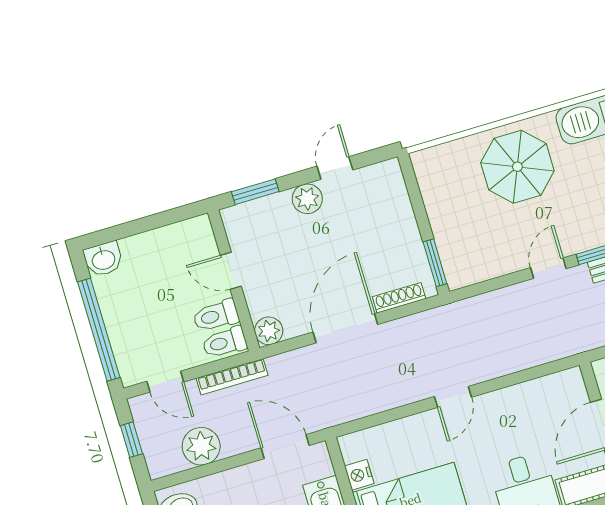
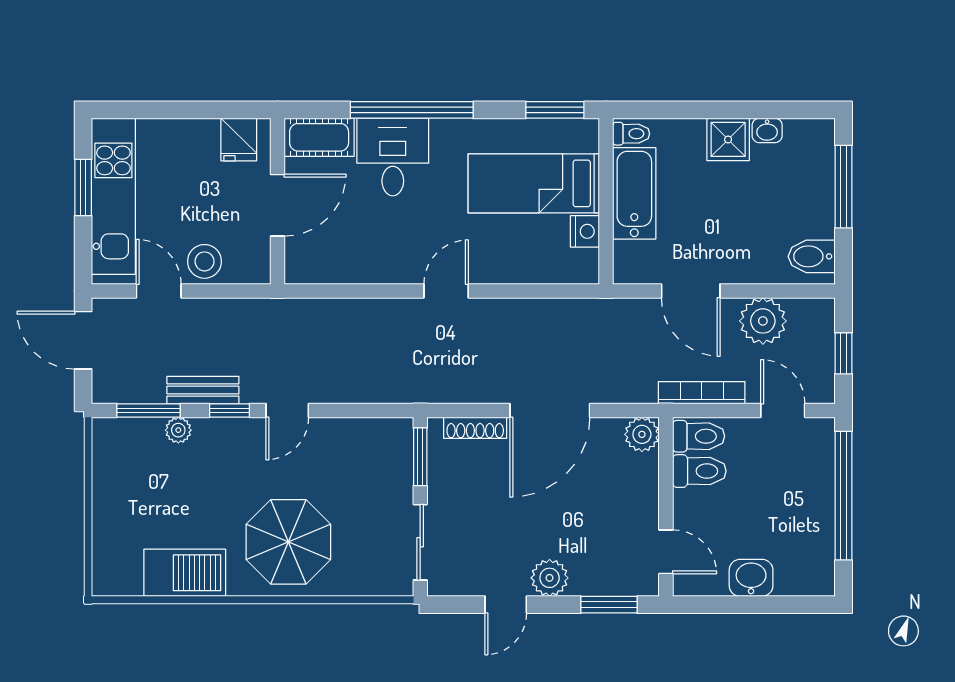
sliding door: (415, 197) -> (420, 542), added
washbasin: (103, 259) -> (751, 578), moved
door: (231, 271) -> (666, 552), moved
door: (285, 447) -> (691, 291), moved

